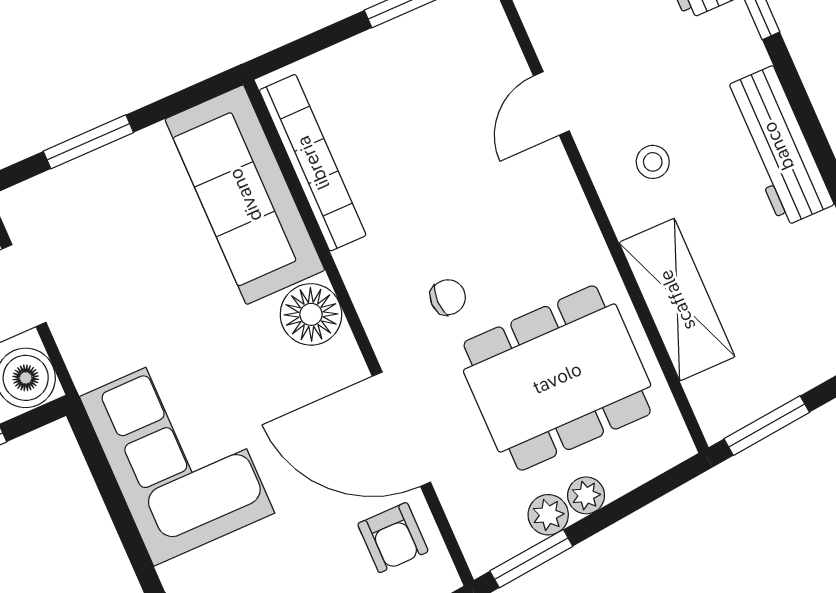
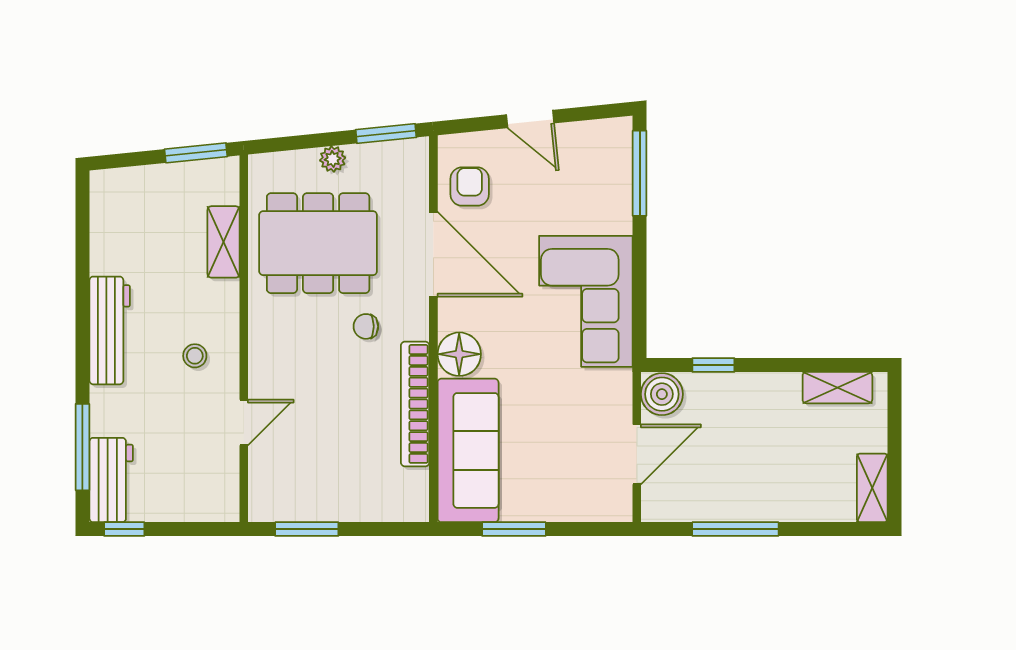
window: (88, 142) -> (514, 529), moved
bookcase: (313, 163) -> (415, 404), moved
shelving: (677, 300) -> (224, 242), width x0.67, depth x0.75
plant: (548, 515) -> (363, 157), removed

